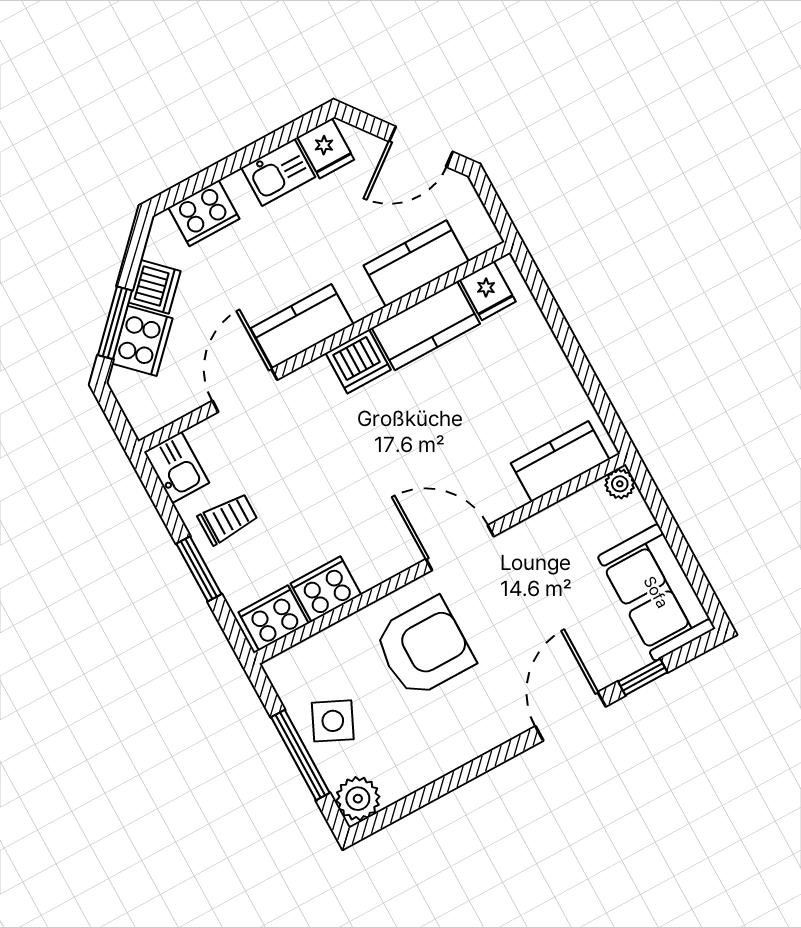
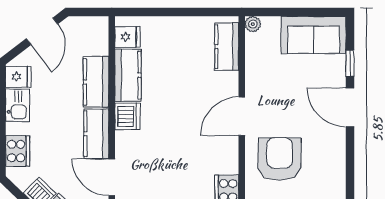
kitchen counter: (416, 263) -> (96, 82), moved

